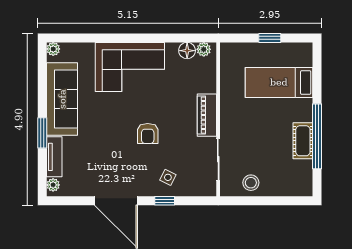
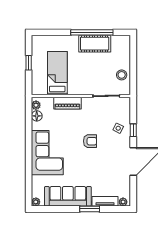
bed: (279, 82) -> (57, 73), moved, turned 180
piano: (207, 115) -> (67, 103), moved
cot: (303, 141) -> (95, 44), width x1.37, depth x1.34

